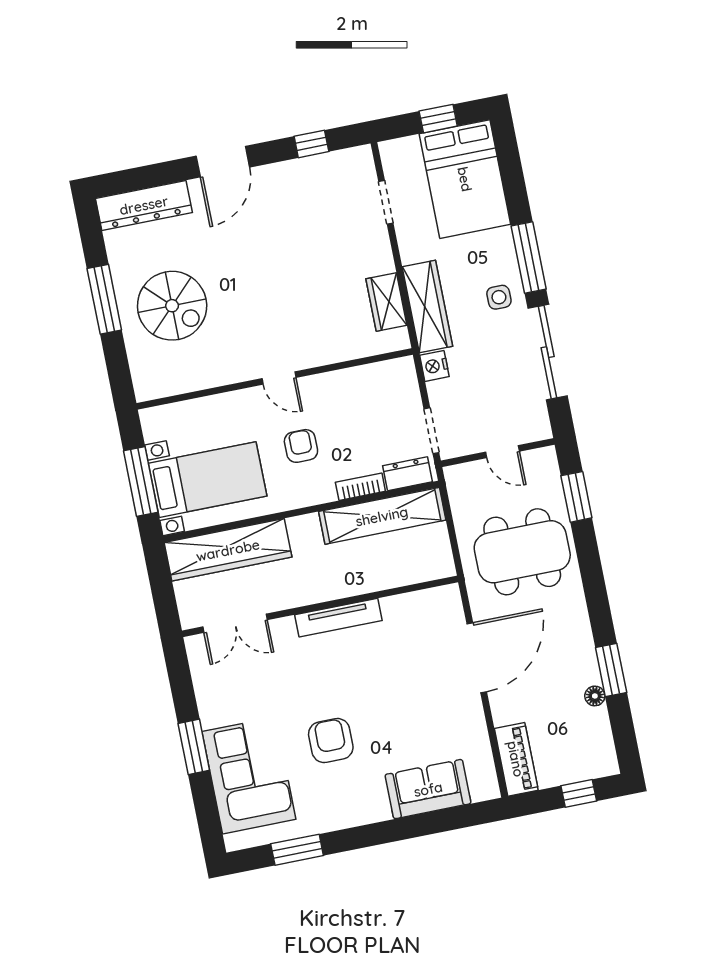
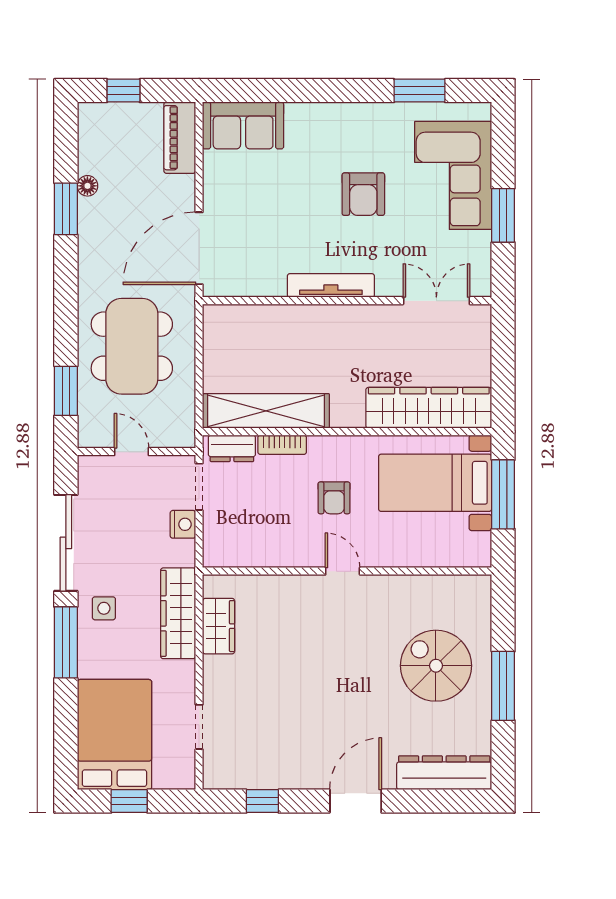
nightstand: (434, 366) -> (183, 524), moved
dining table: (522, 552) -> (132, 346), turned 90
wall: (320, 606) -> (347, 301), moved
tv unit: (338, 618) -> (331, 285), moved
double door: (235, 623) -> (436, 301), moved
sofa: (428, 789) -> (243, 125), moved

